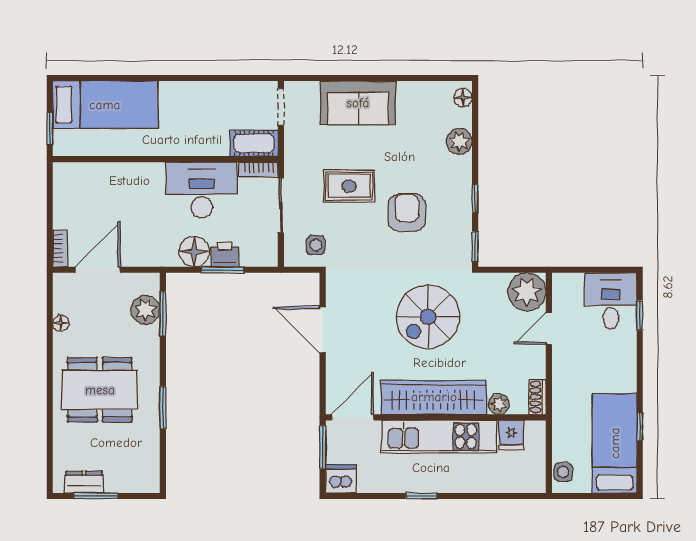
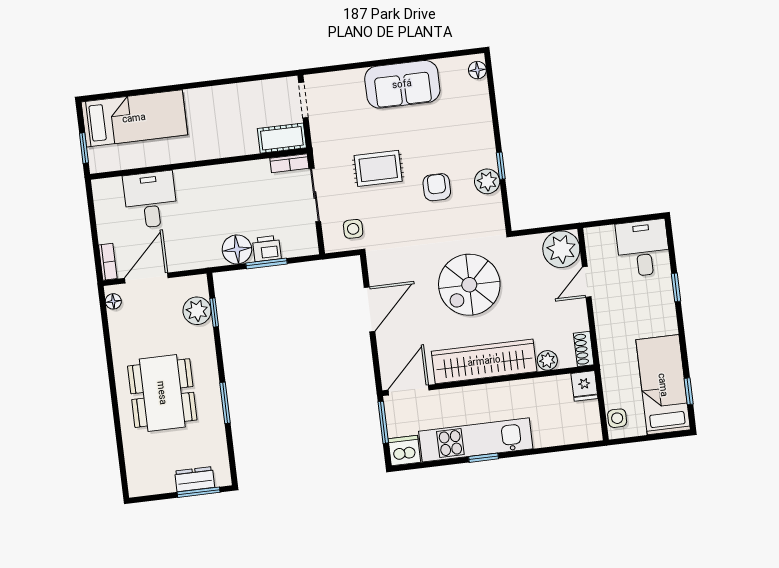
sofa: (358, 103) -> (402, 84), moved
plant: (459, 141) -> (487, 181), moved
desk: (202, 190) -> (150, 200), moved, width x0.73
armchair: (407, 213) -> (437, 187), width x0.72, depth x0.72
window: (475, 247) -> (506, 212), removed
window: (163, 314) -> (214, 312), width x0.67
window: (640, 315) -> (676, 287), moved
floor lamp: (61, 323) -> (113, 301), moved
door: (323, 330) -> (370, 309), swing flipped
dining table: (100, 390) -> (162, 393), turned 90
window: (640, 427) -> (689, 391), moved
fridge: (511, 435) -> (584, 386), moved
kitchen unit: (439, 436) -> (476, 440), moved, turned 180
dresser: (84, 482) -> (195, 479), moved
window: (96, 496) -> (199, 492), moved

